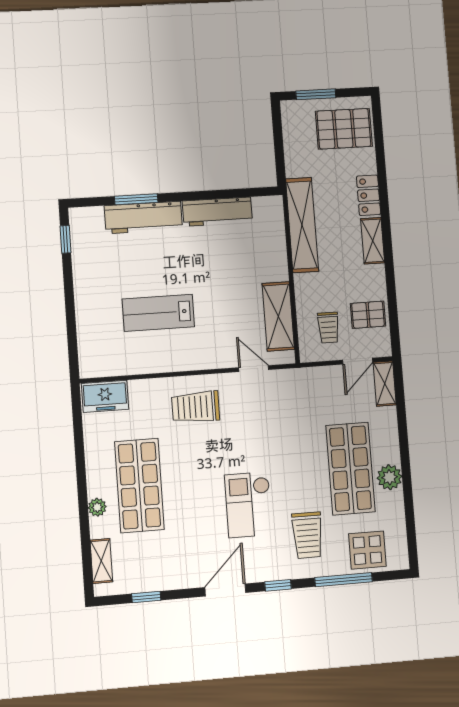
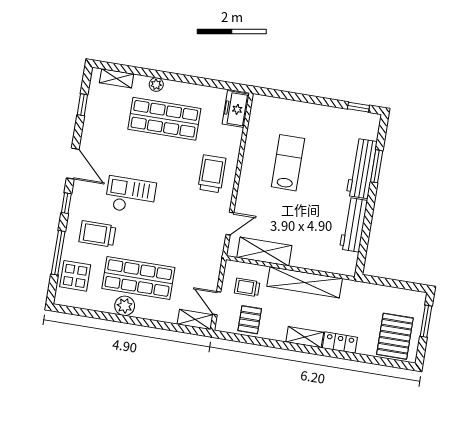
shelving: (302, 225) -> (305, 282), moved

